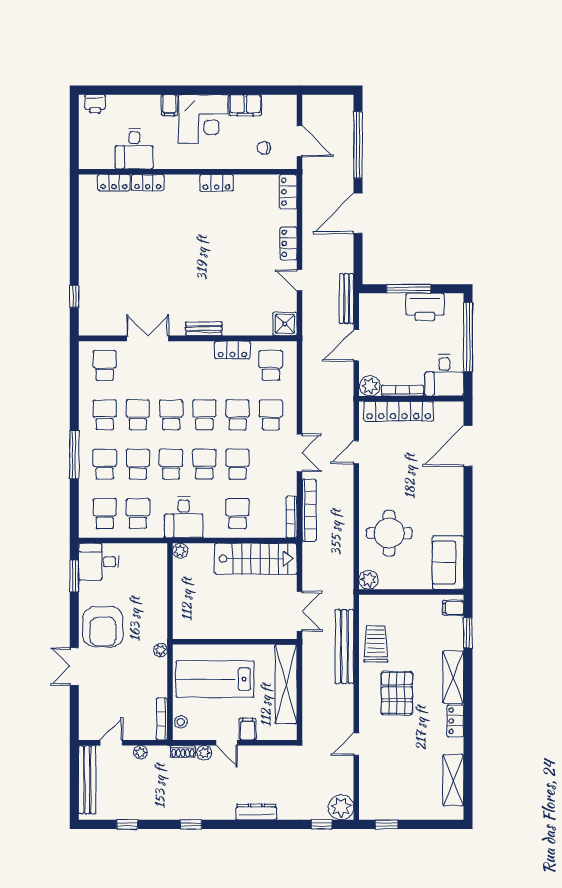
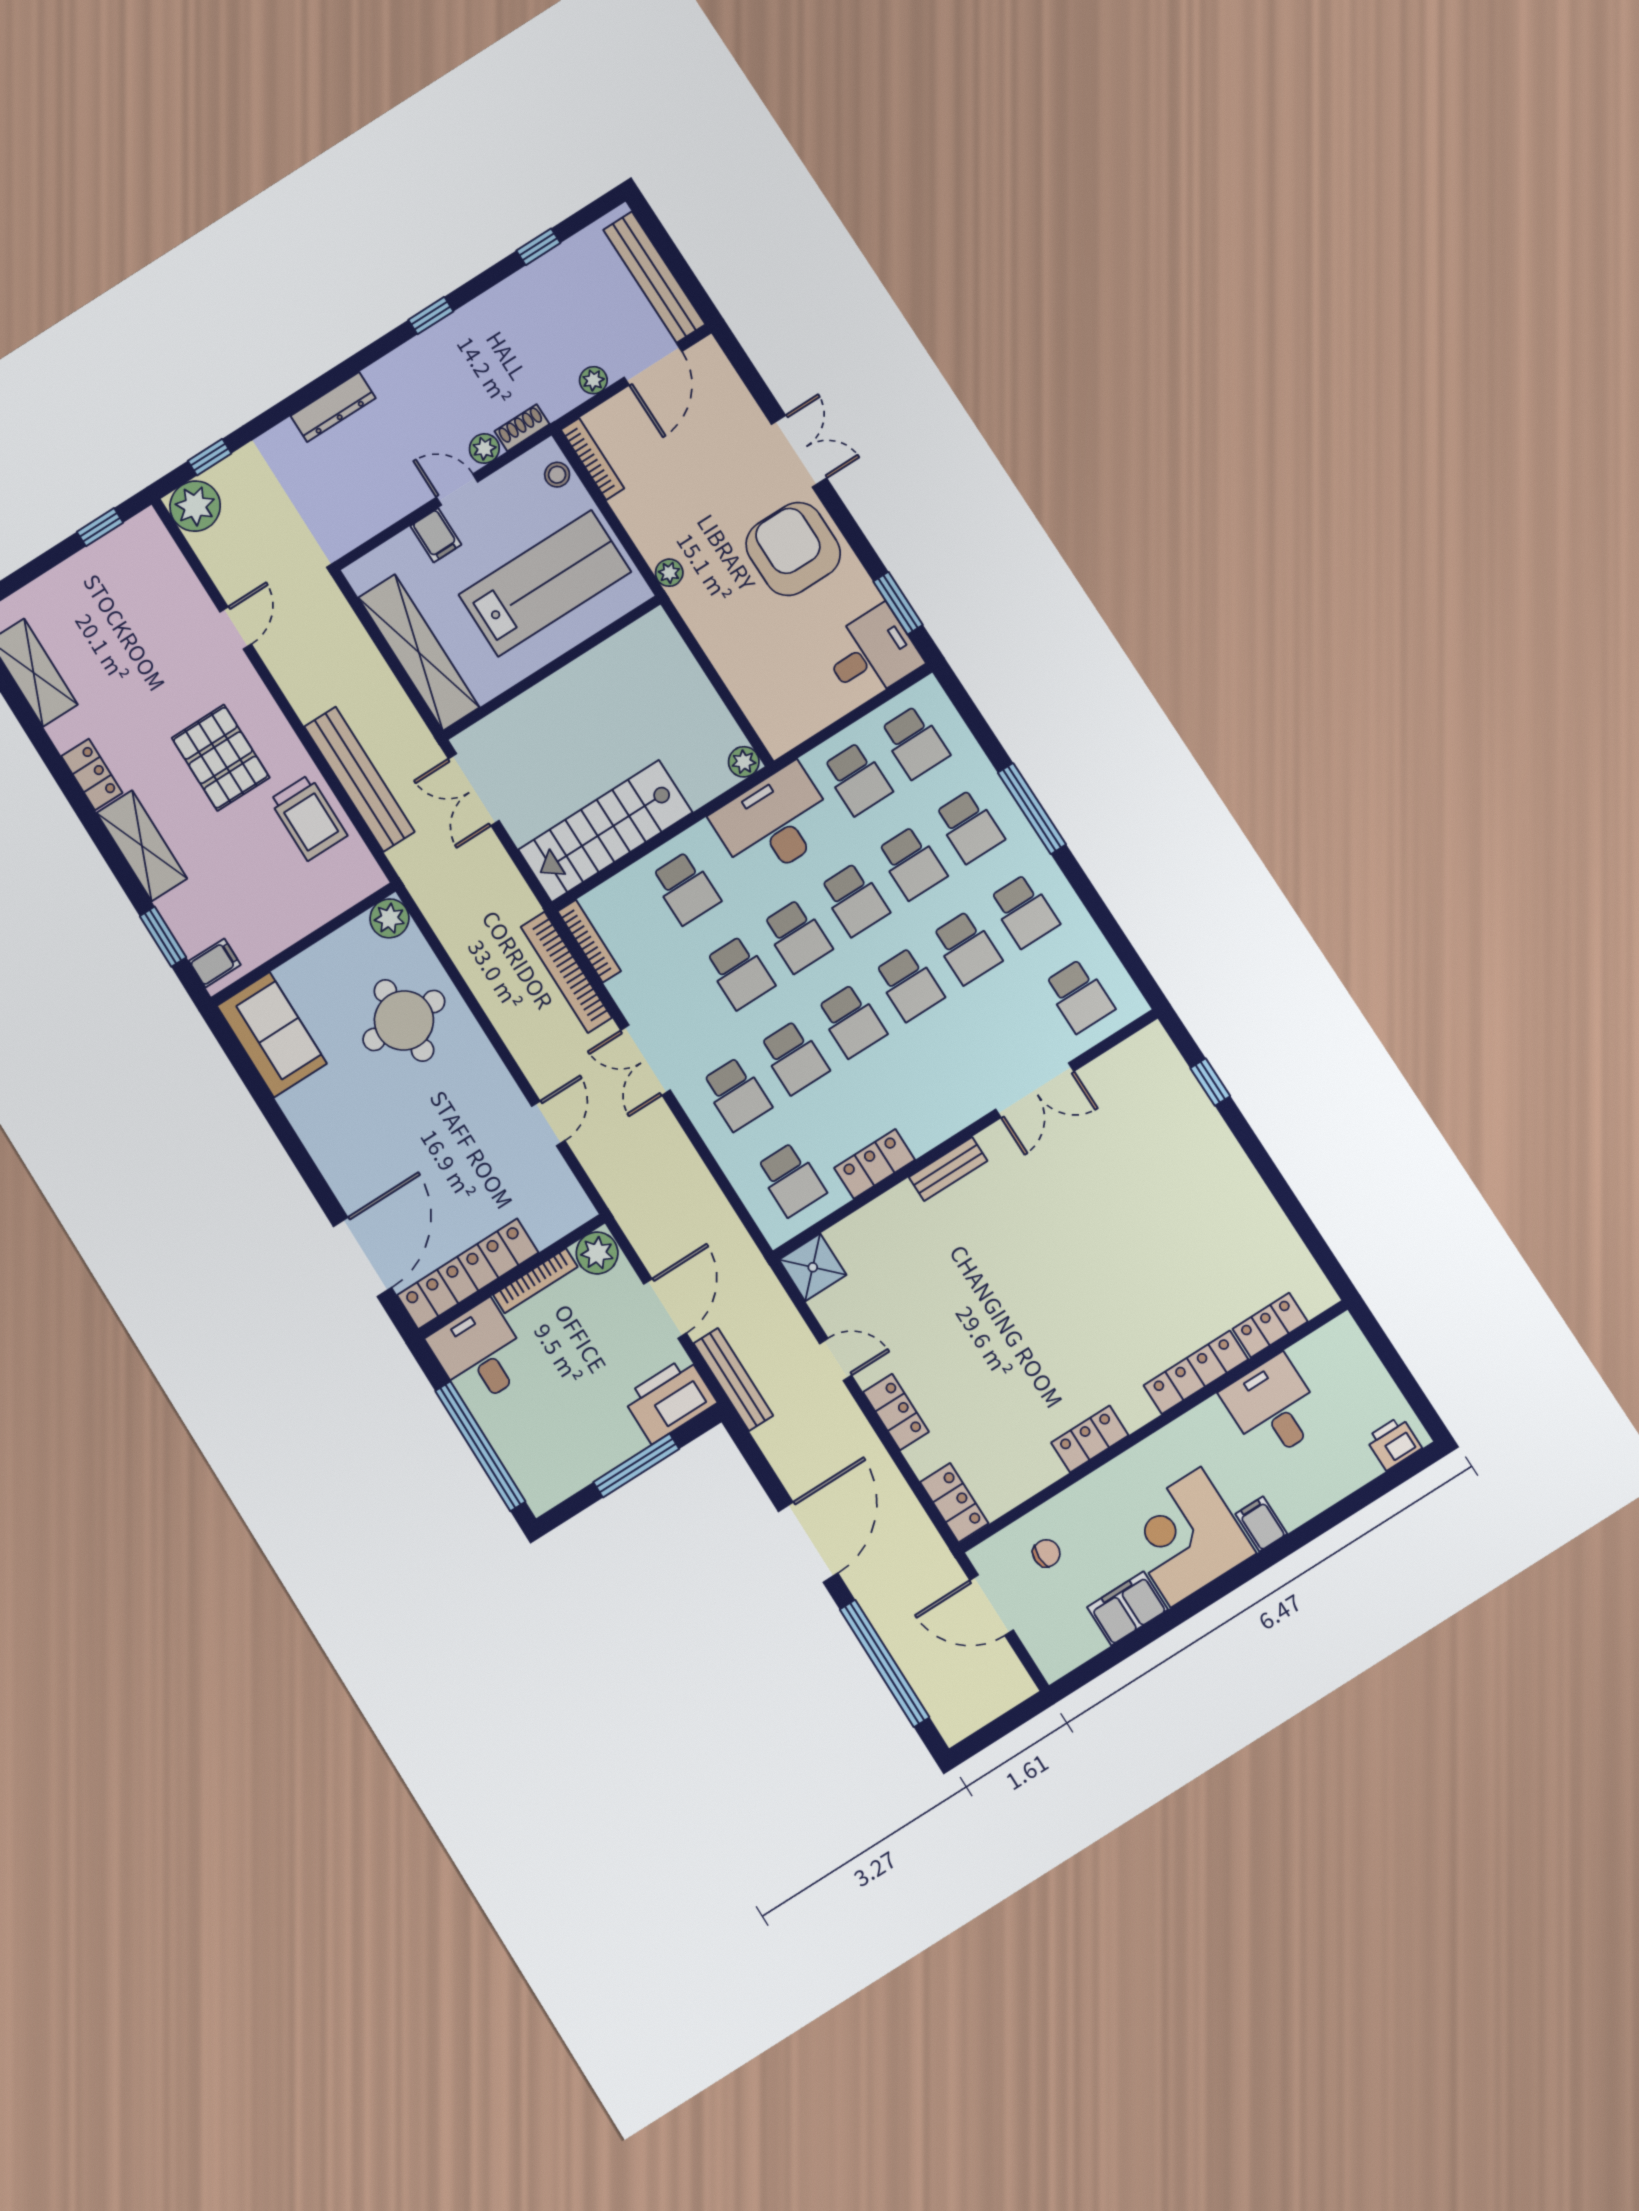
locker: (148, 182) -> (1196, 1372), width x1.53
printer: (425, 307) -> (670, 1400), moved
locker: (399, 411) -> (468, 1274), moved
desk: (184, 517) -> (774, 823), width x1.37
door: (111, 743) -> (653, 364), width x1.38

